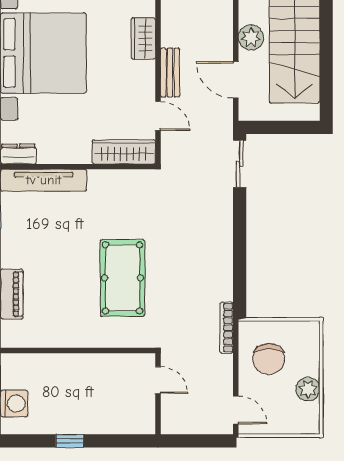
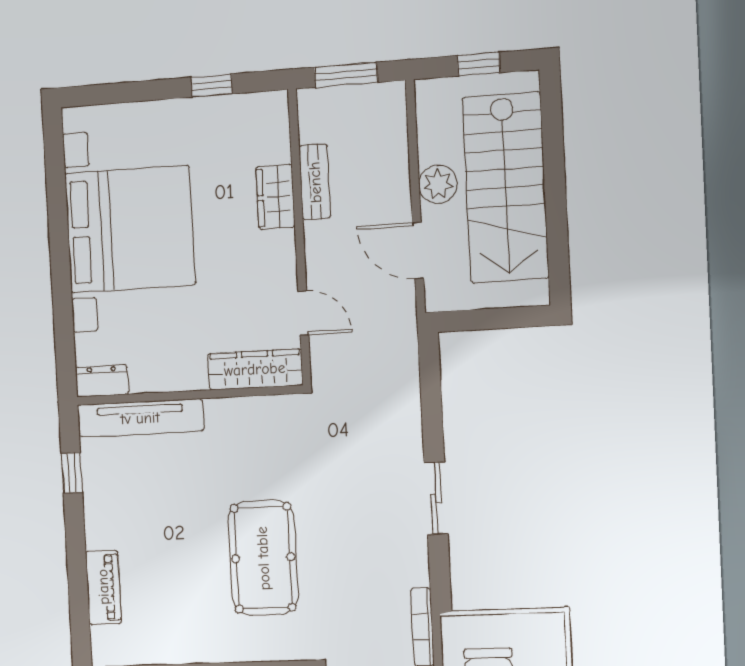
bench: (170, 73) -> (315, 182), moved
sliding door: (240, 164) -> (436, 498), moved

